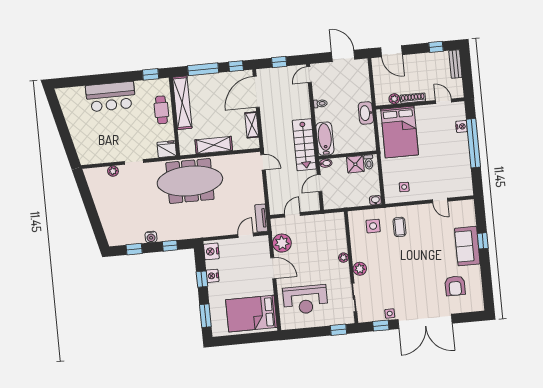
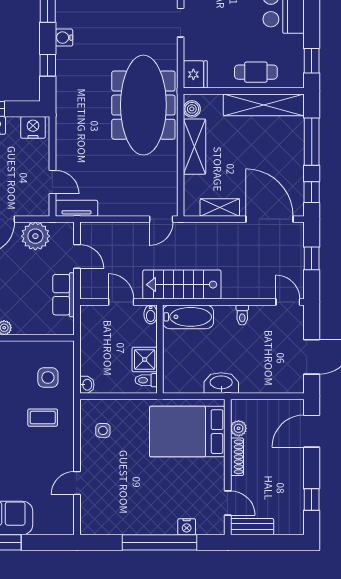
bench: (455, 64) -> (252, 527), moved
door: (444, 101) -> (228, 503), hinge flipped
boiler: (189, 149) -> (192, 109), added
row of seats: (318, 221) -> (64, 295), added

